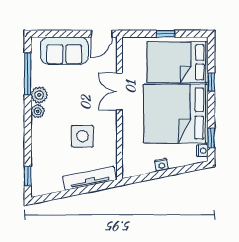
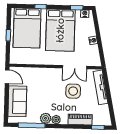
double door: (119, 92) -> (75, 67), moved
bed: (176, 114) -> (60, 30), width x0.73
piano: (39, 148) -> (80, 119), added

